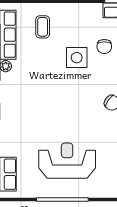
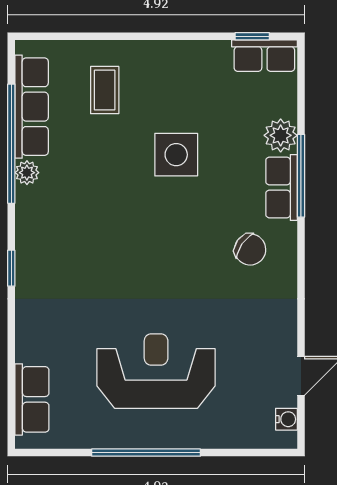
chair: (104, 47) -> (234, 131), removed

